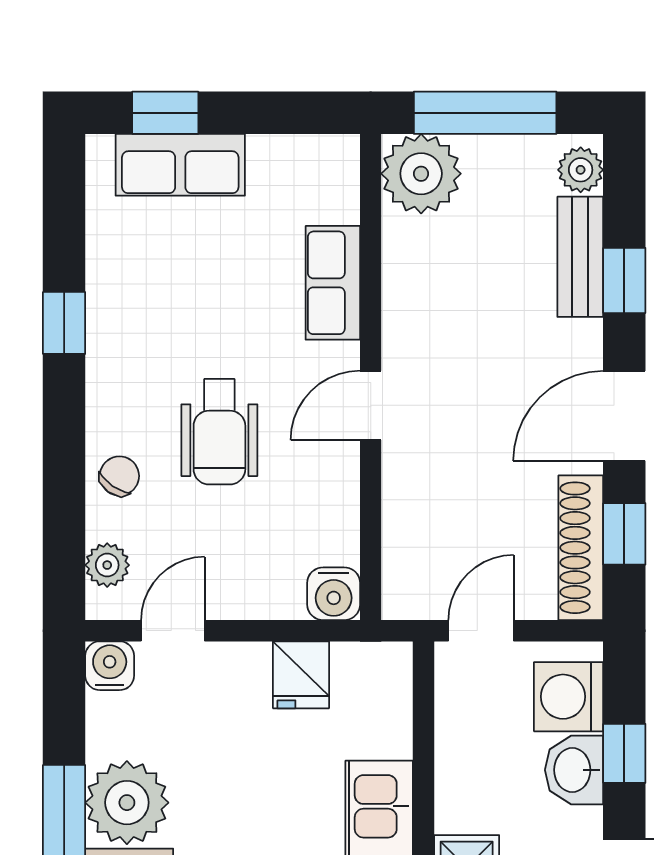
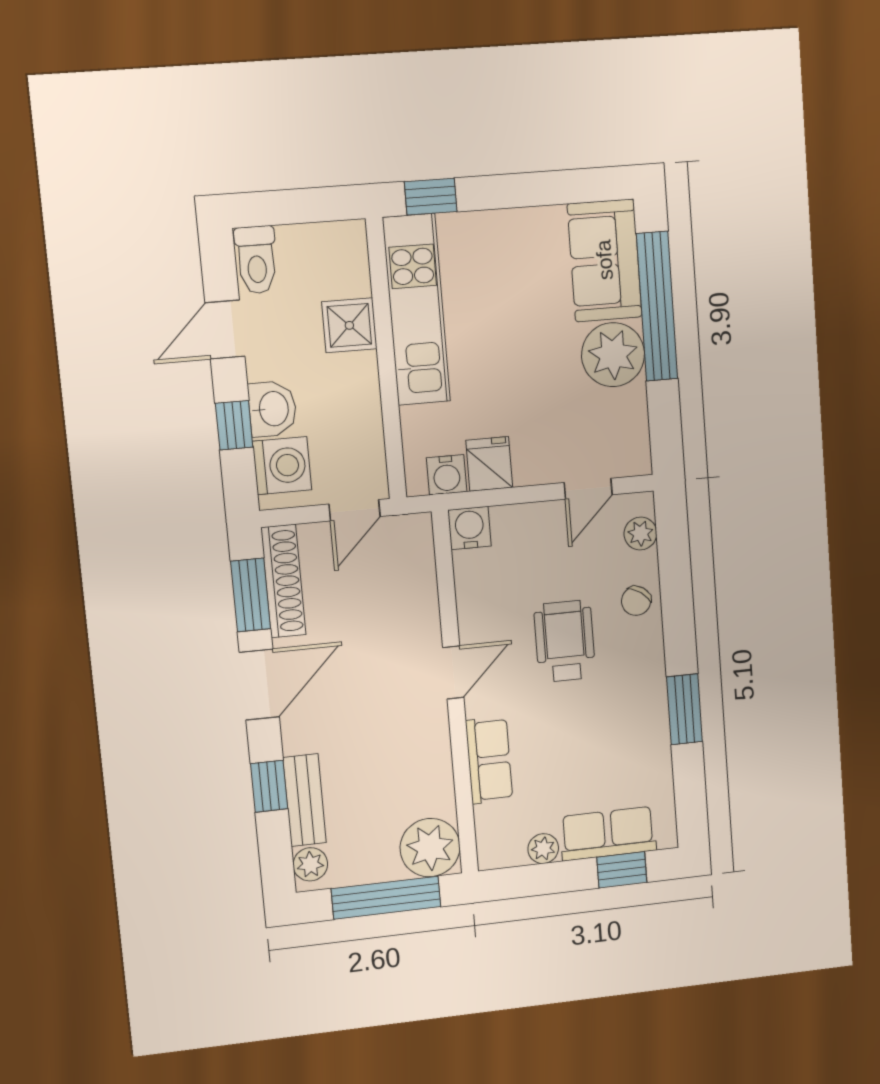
plant: (270, 155) -> (543, 849), added
window: (64, 323) -> (684, 709), width x1.50
window: (624, 534) -> (251, 595), width x1.50
water cooler: (110, 666) -> (447, 475), moved

